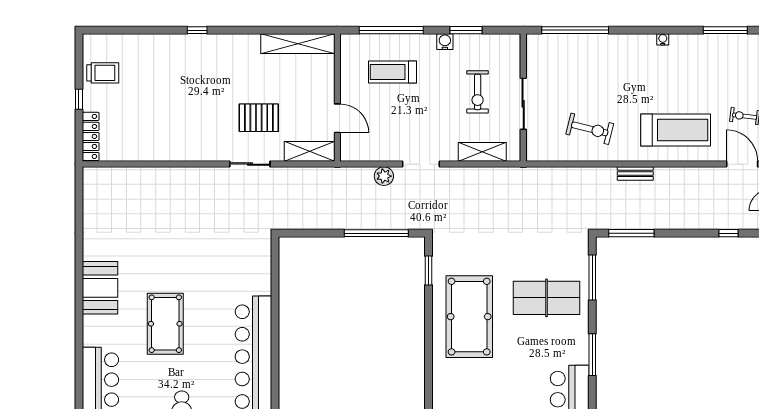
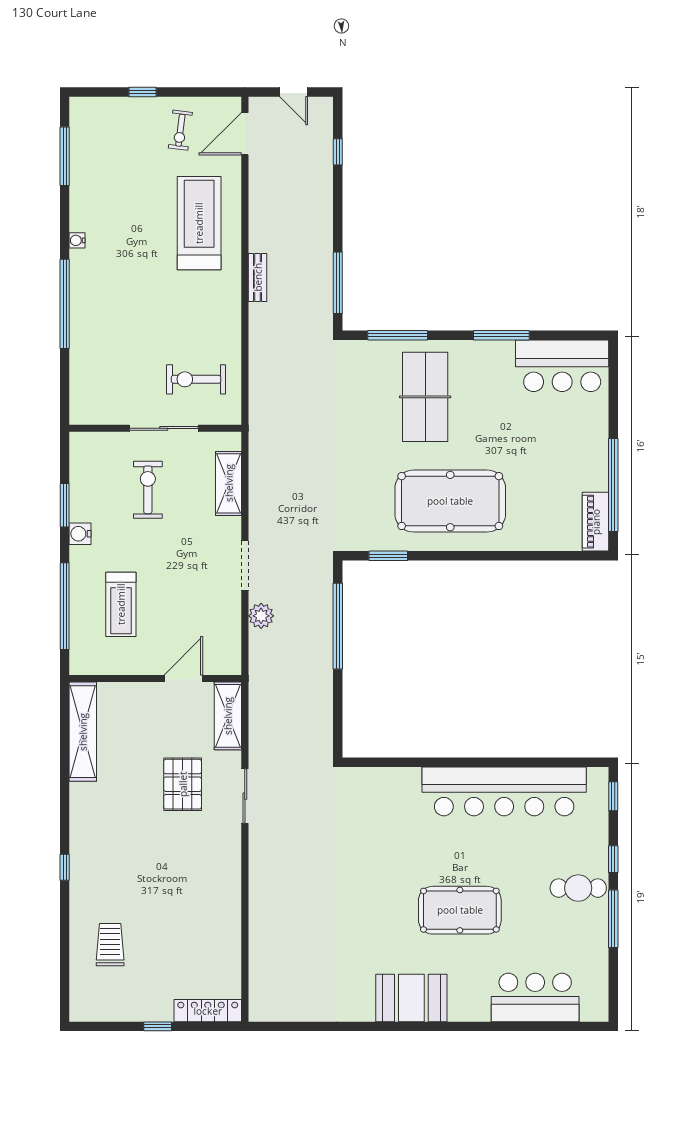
window: (575, 30) -> (65, 304), moved
trolley: (103, 73) -> (110, 945), moved
exercise bike: (478, 92) -> (148, 490), turned -90
exercise bike: (590, 129) -> (196, 379), moved, turned -104

